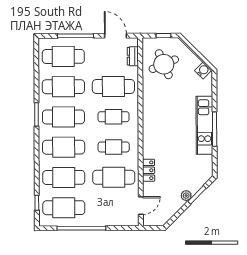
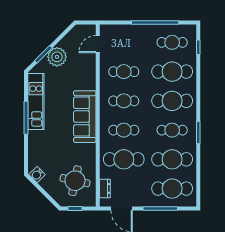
round table: (164, 64) -> (75, 181), turned 35
cafe table: (63, 117) -> (172, 130), width x0.73, depth x0.74
kitchen unit: (204, 125) -> (36, 102), moved
sofa: (154, 131) -> (85, 117), added
locker: (149, 170) -> (90, 78), removed
cafe table: (114, 177) -> (124, 72), width x0.73, depth x0.74
plant: (186, 196) -> (57, 57), width x1.87, depth x1.87
cafe table: (64, 208) -> (172, 42), width x0.73, depth x0.74

